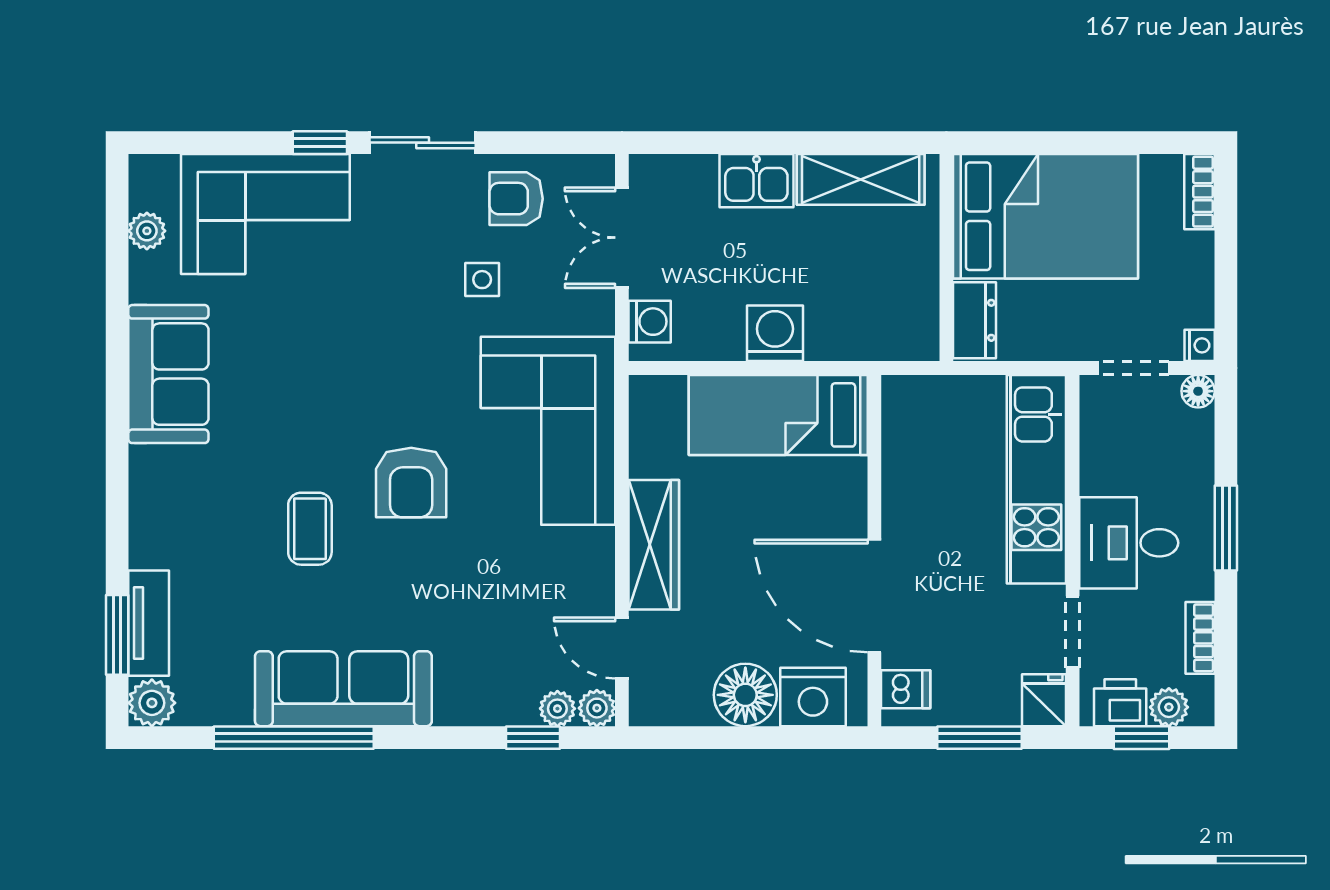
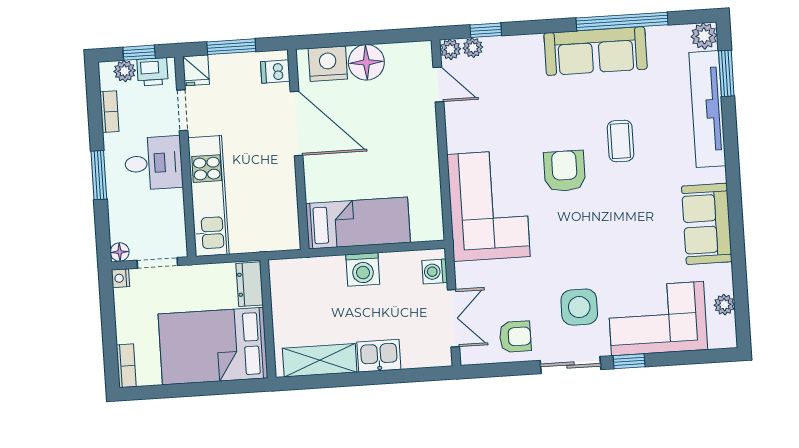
side table: (482, 280) -> (579, 307), moved, width x1.87, depth x1.87
wardrobe: (654, 545) -> (424, 144), removed
tv unit: (149, 623) -> (707, 109), width x1.92, depth x1.29

